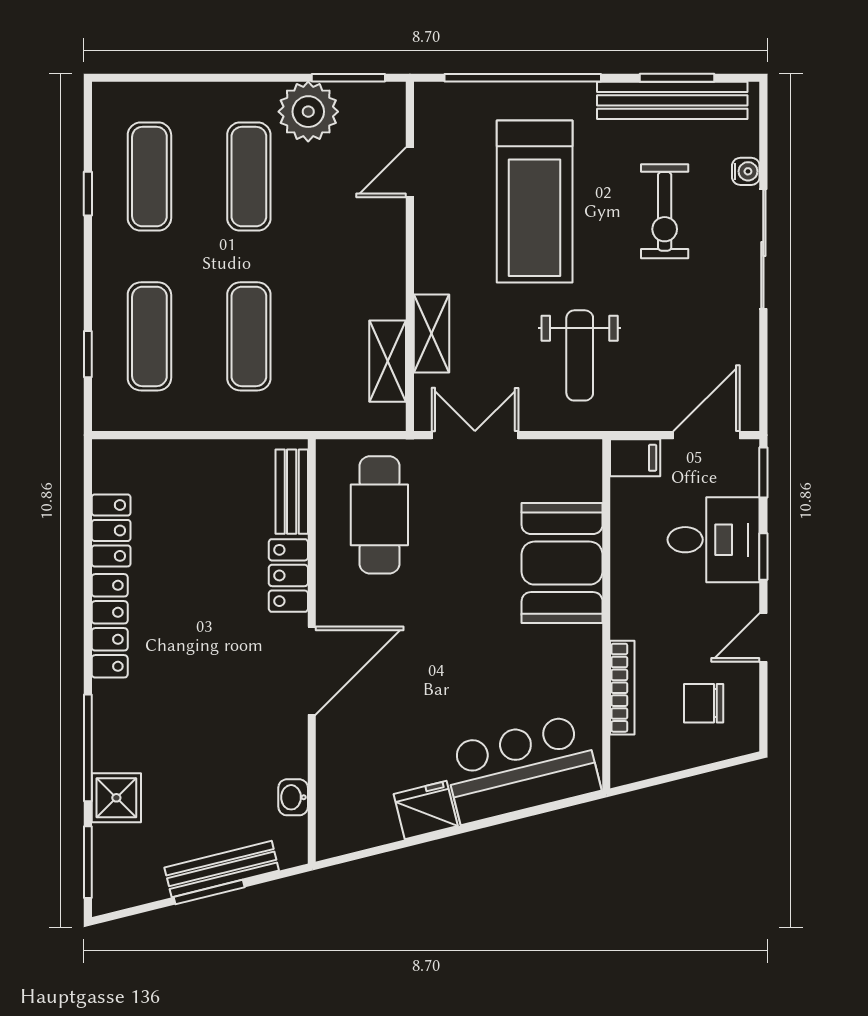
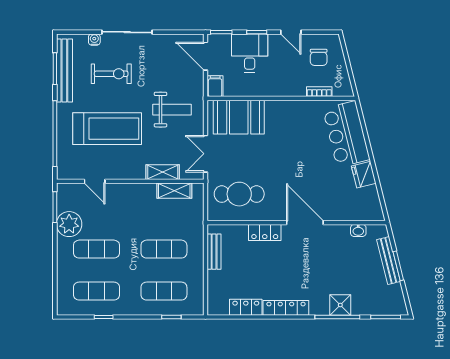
bench: (292, 492) -> (214, 252), moved, turned 90
booth: (562, 563) -> (239, 117), moved
bookcase: (622, 688) -> (319, 92), width x0.64
shower: (116, 798) -> (340, 305), moved

